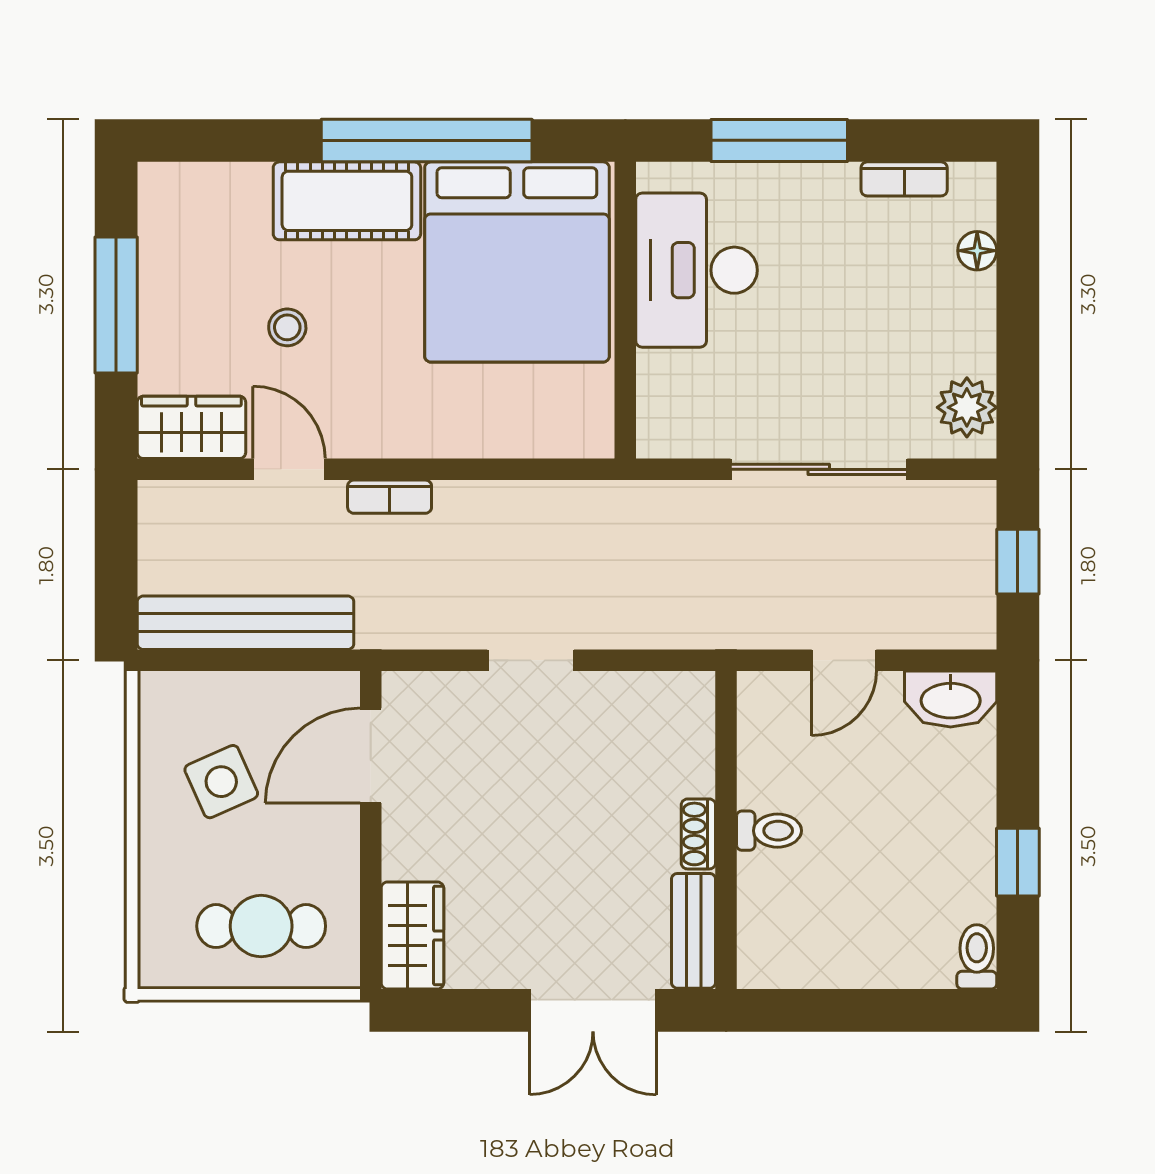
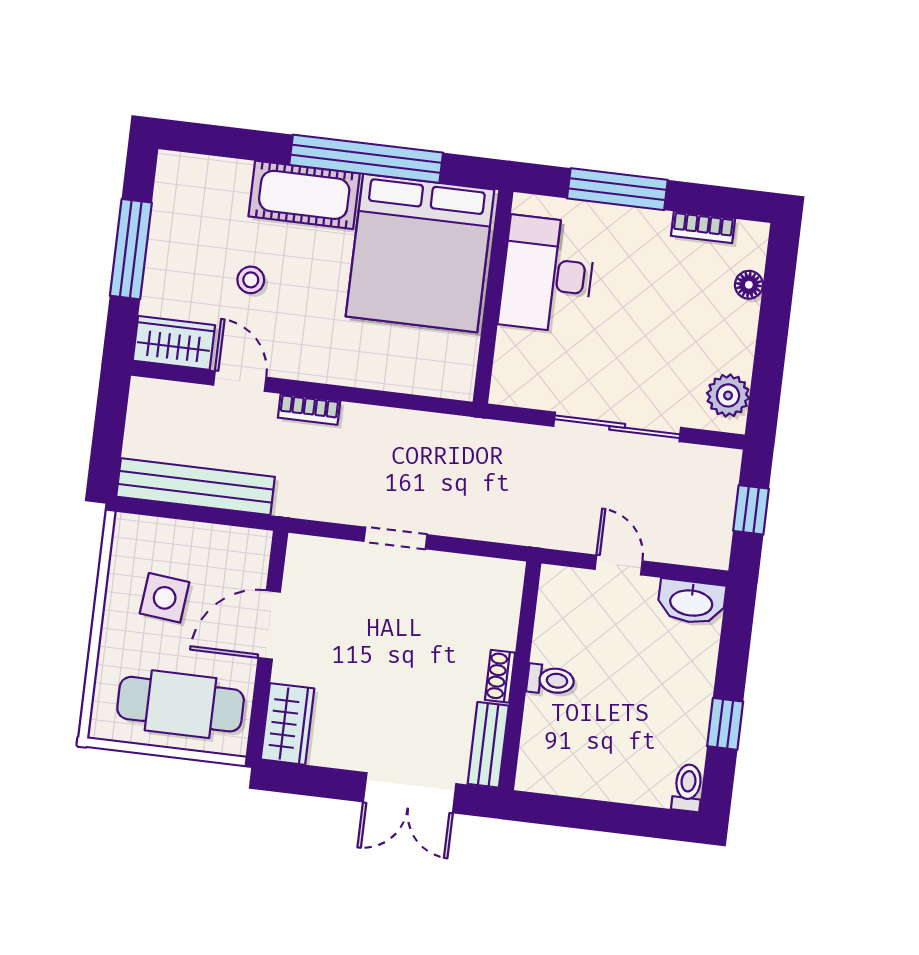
door: (844, 660) -> (619, 565), swing flipped
door: (371, 756) -> (269, 625), moved
side table: (221, 782) -> (165, 598), turned 30
cafe table: (261, 926) -> (181, 704), width x1.37, depth x1.35

